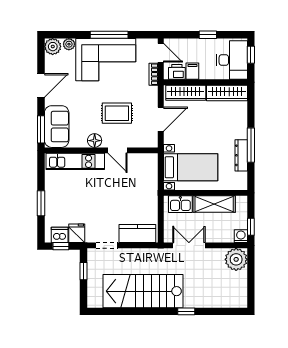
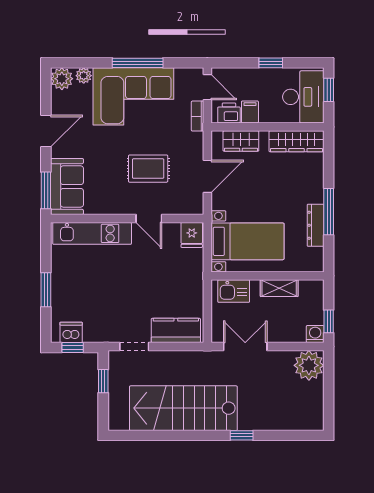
wardrobe: (186, 93) -> (241, 141), width x0.67
floor lamp: (95, 141) -> (118, 205), removed
shelving: (214, 204) -> (279, 288), width x0.67, depth x0.75
fridge: (77, 233) -> (192, 235), moved, turned 180

